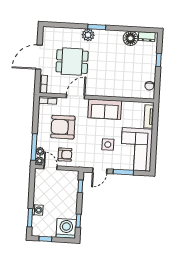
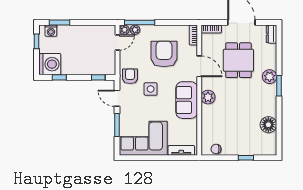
dresser: (147, 37) -> (271, 34), moved
plant: (103, 90) -> (208, 97), added
side table: (108, 145) -> (151, 89), moved
armchair: (65, 155) -> (130, 76), moved, turned 180
washing machine: (38, 210) -> (51, 31), moved

